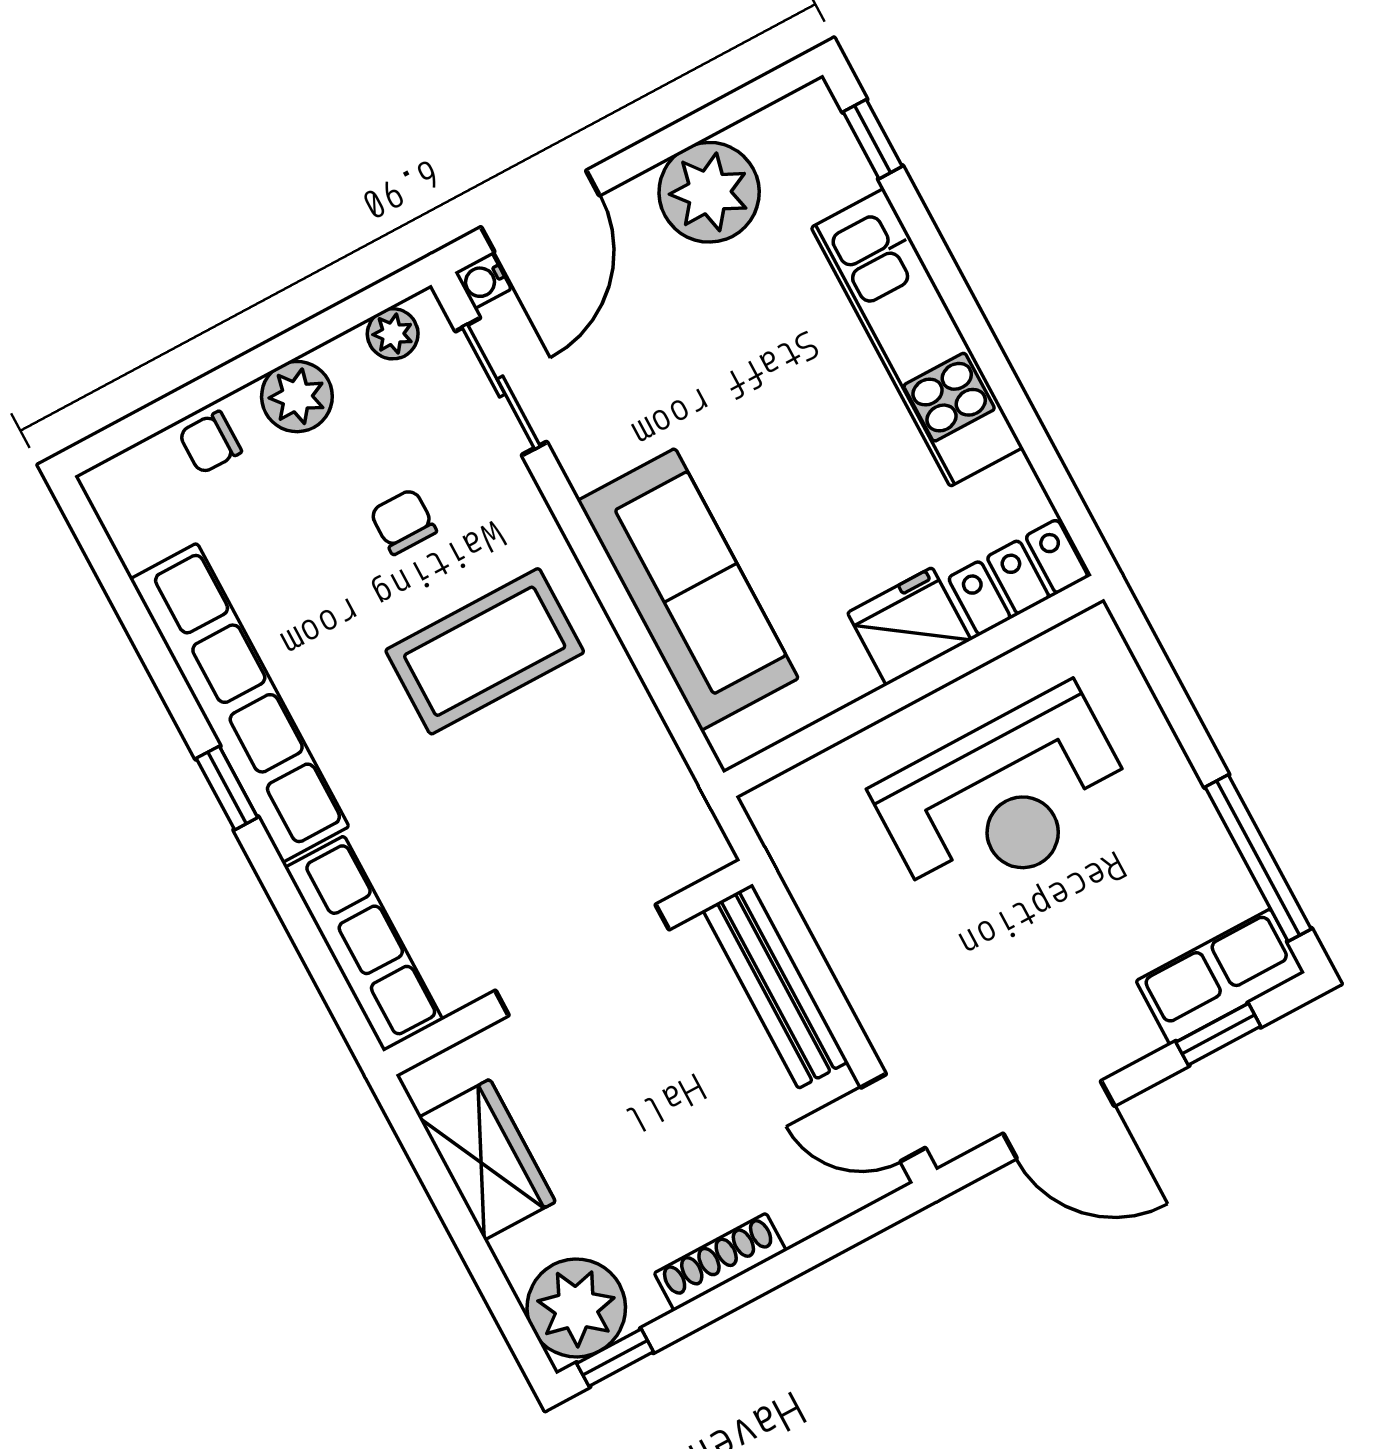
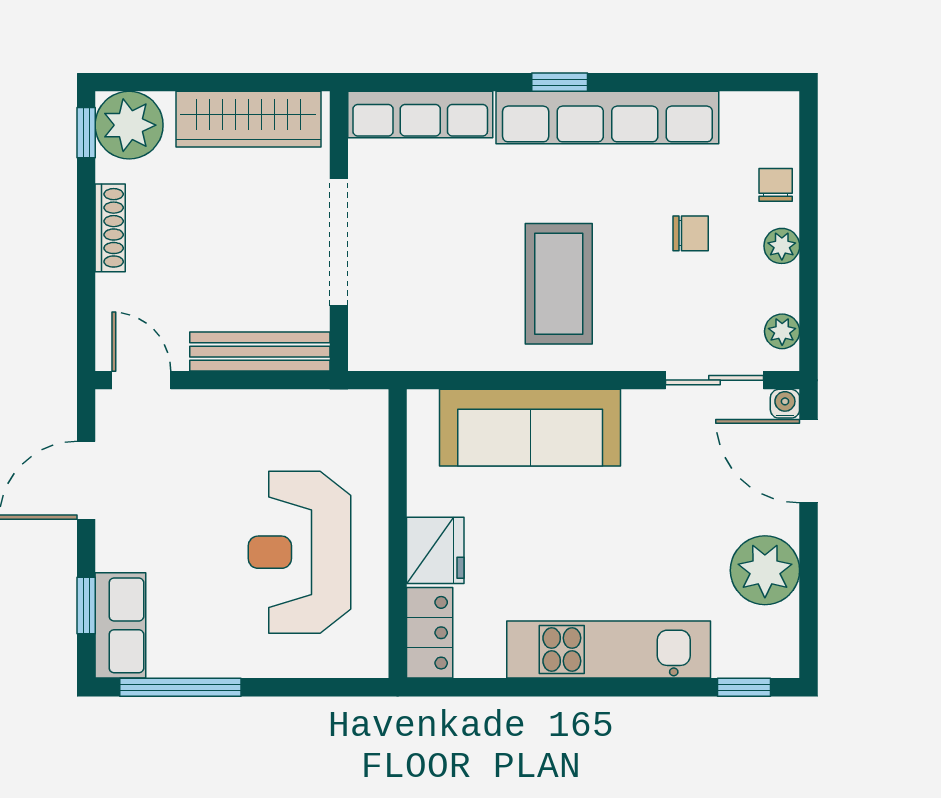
plant: (297, 397) -> (782, 246), width x0.73, depth x0.73
chair: (403, 522) -> (691, 233), moved
door: (893, 1118) -> (141, 380), hinge flipped
wardrobe: (487, 1160) -> (248, 119), width x1.50

